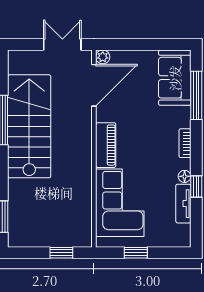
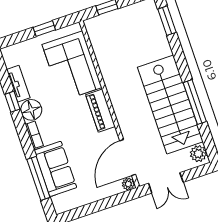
plant: (17, 64) -> (198, 154), added
sofa: (175, 78) -> (55, 169), moved
floor lamp: (185, 176) -> (31, 110), width x1.89, depth x1.89

